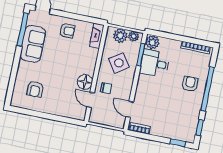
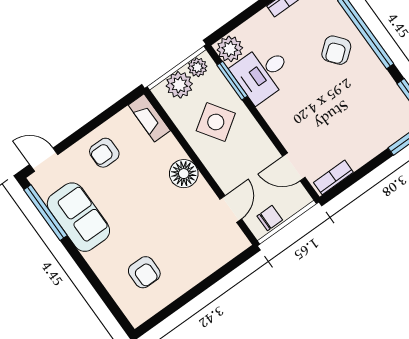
armchair: (67, 31) -> (104, 153), turned 180
floor lamp: (85, 82) -> (184, 174), moved
armchair: (190, 84) -> (336, 50), turned -129
chair: (106, 88) -> (270, 218), moved
door: (91, 100) -> (231, 209), swing flipped

